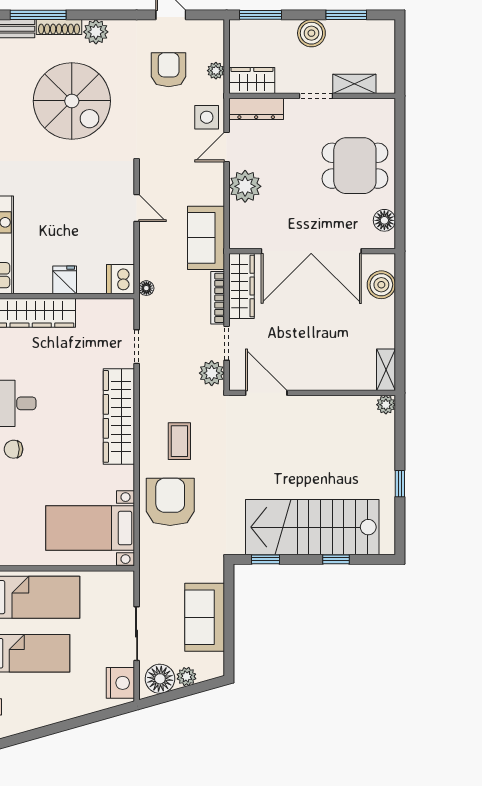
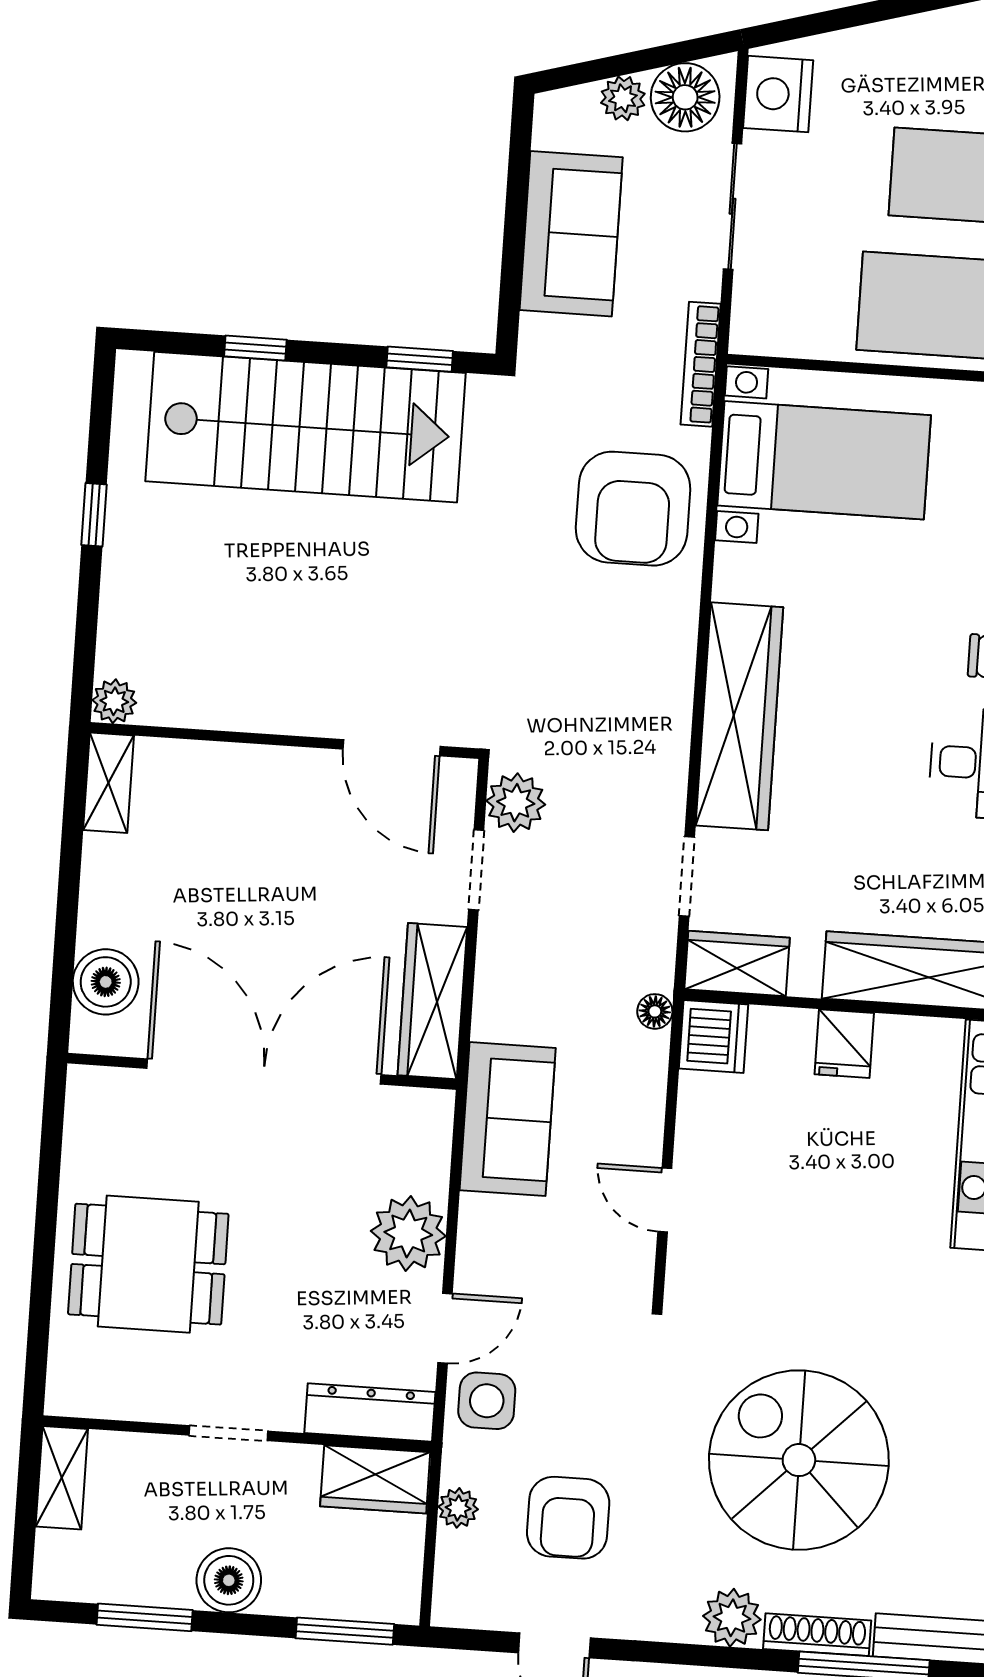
shelving: (354, 84) -> (62, 1478), moved, turned 90
floor lamp: (384, 220) -> (88, 1132), removed
bookcase: (218, 298) -> (701, 364), moved, turned 180
wardrobe: (113, 311) -> (737, 963), added
coffee table: (179, 441) -> (602, 649), removed

